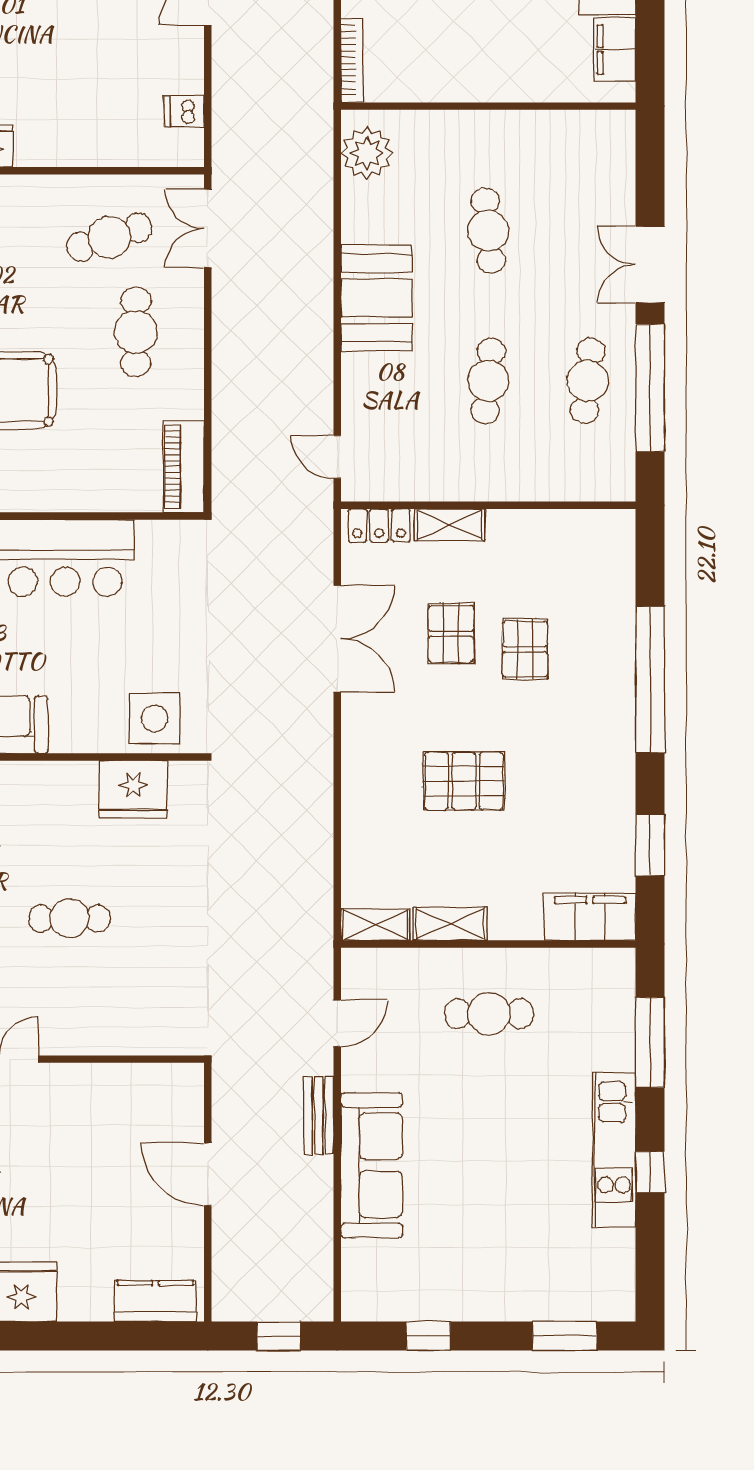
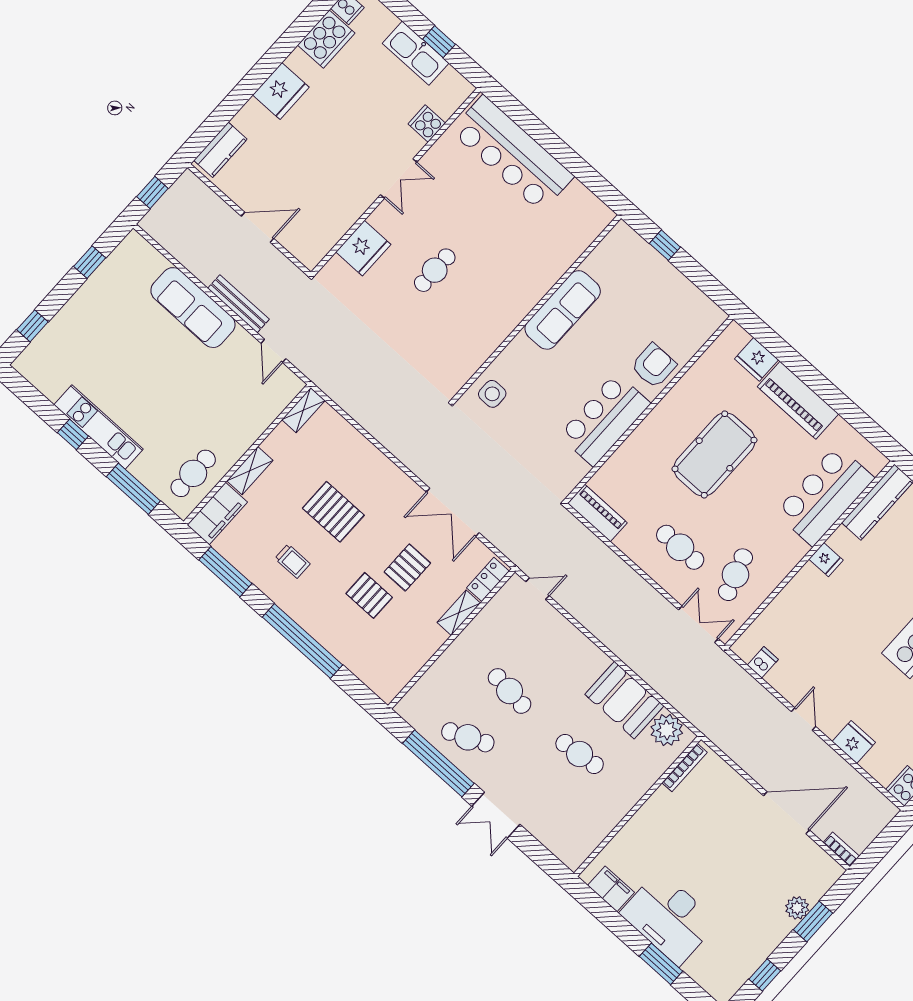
bookcase: (352, 60) -> (685, 768), moved, turned -90
double door: (650, 264) -> (496, 815), swing flipped
booth: (377, 298) -> (624, 700), moved
cafe table: (588, 381) -> (468, 737), turned -30
pallet: (451, 634) -> (407, 567), turned 90
side table: (155, 718) -> (492, 394), width x0.73, depth x0.73
trolley: (566, 777) -> (292, 561), added
pallet: (464, 781) -> (333, 512), turned 90
fridge: (133, 790) -> (363, 248), moved, turned 180
window: (650, 845) -> (225, 572), width x1.44
shelving: (450, 924) -> (250, 471), moved
cafe table: (489, 1014) -> (193, 473), moved
bench: (319, 1115) -> (238, 304), width x1.36
window: (565, 1336) -> (32, 326), width x0.67

